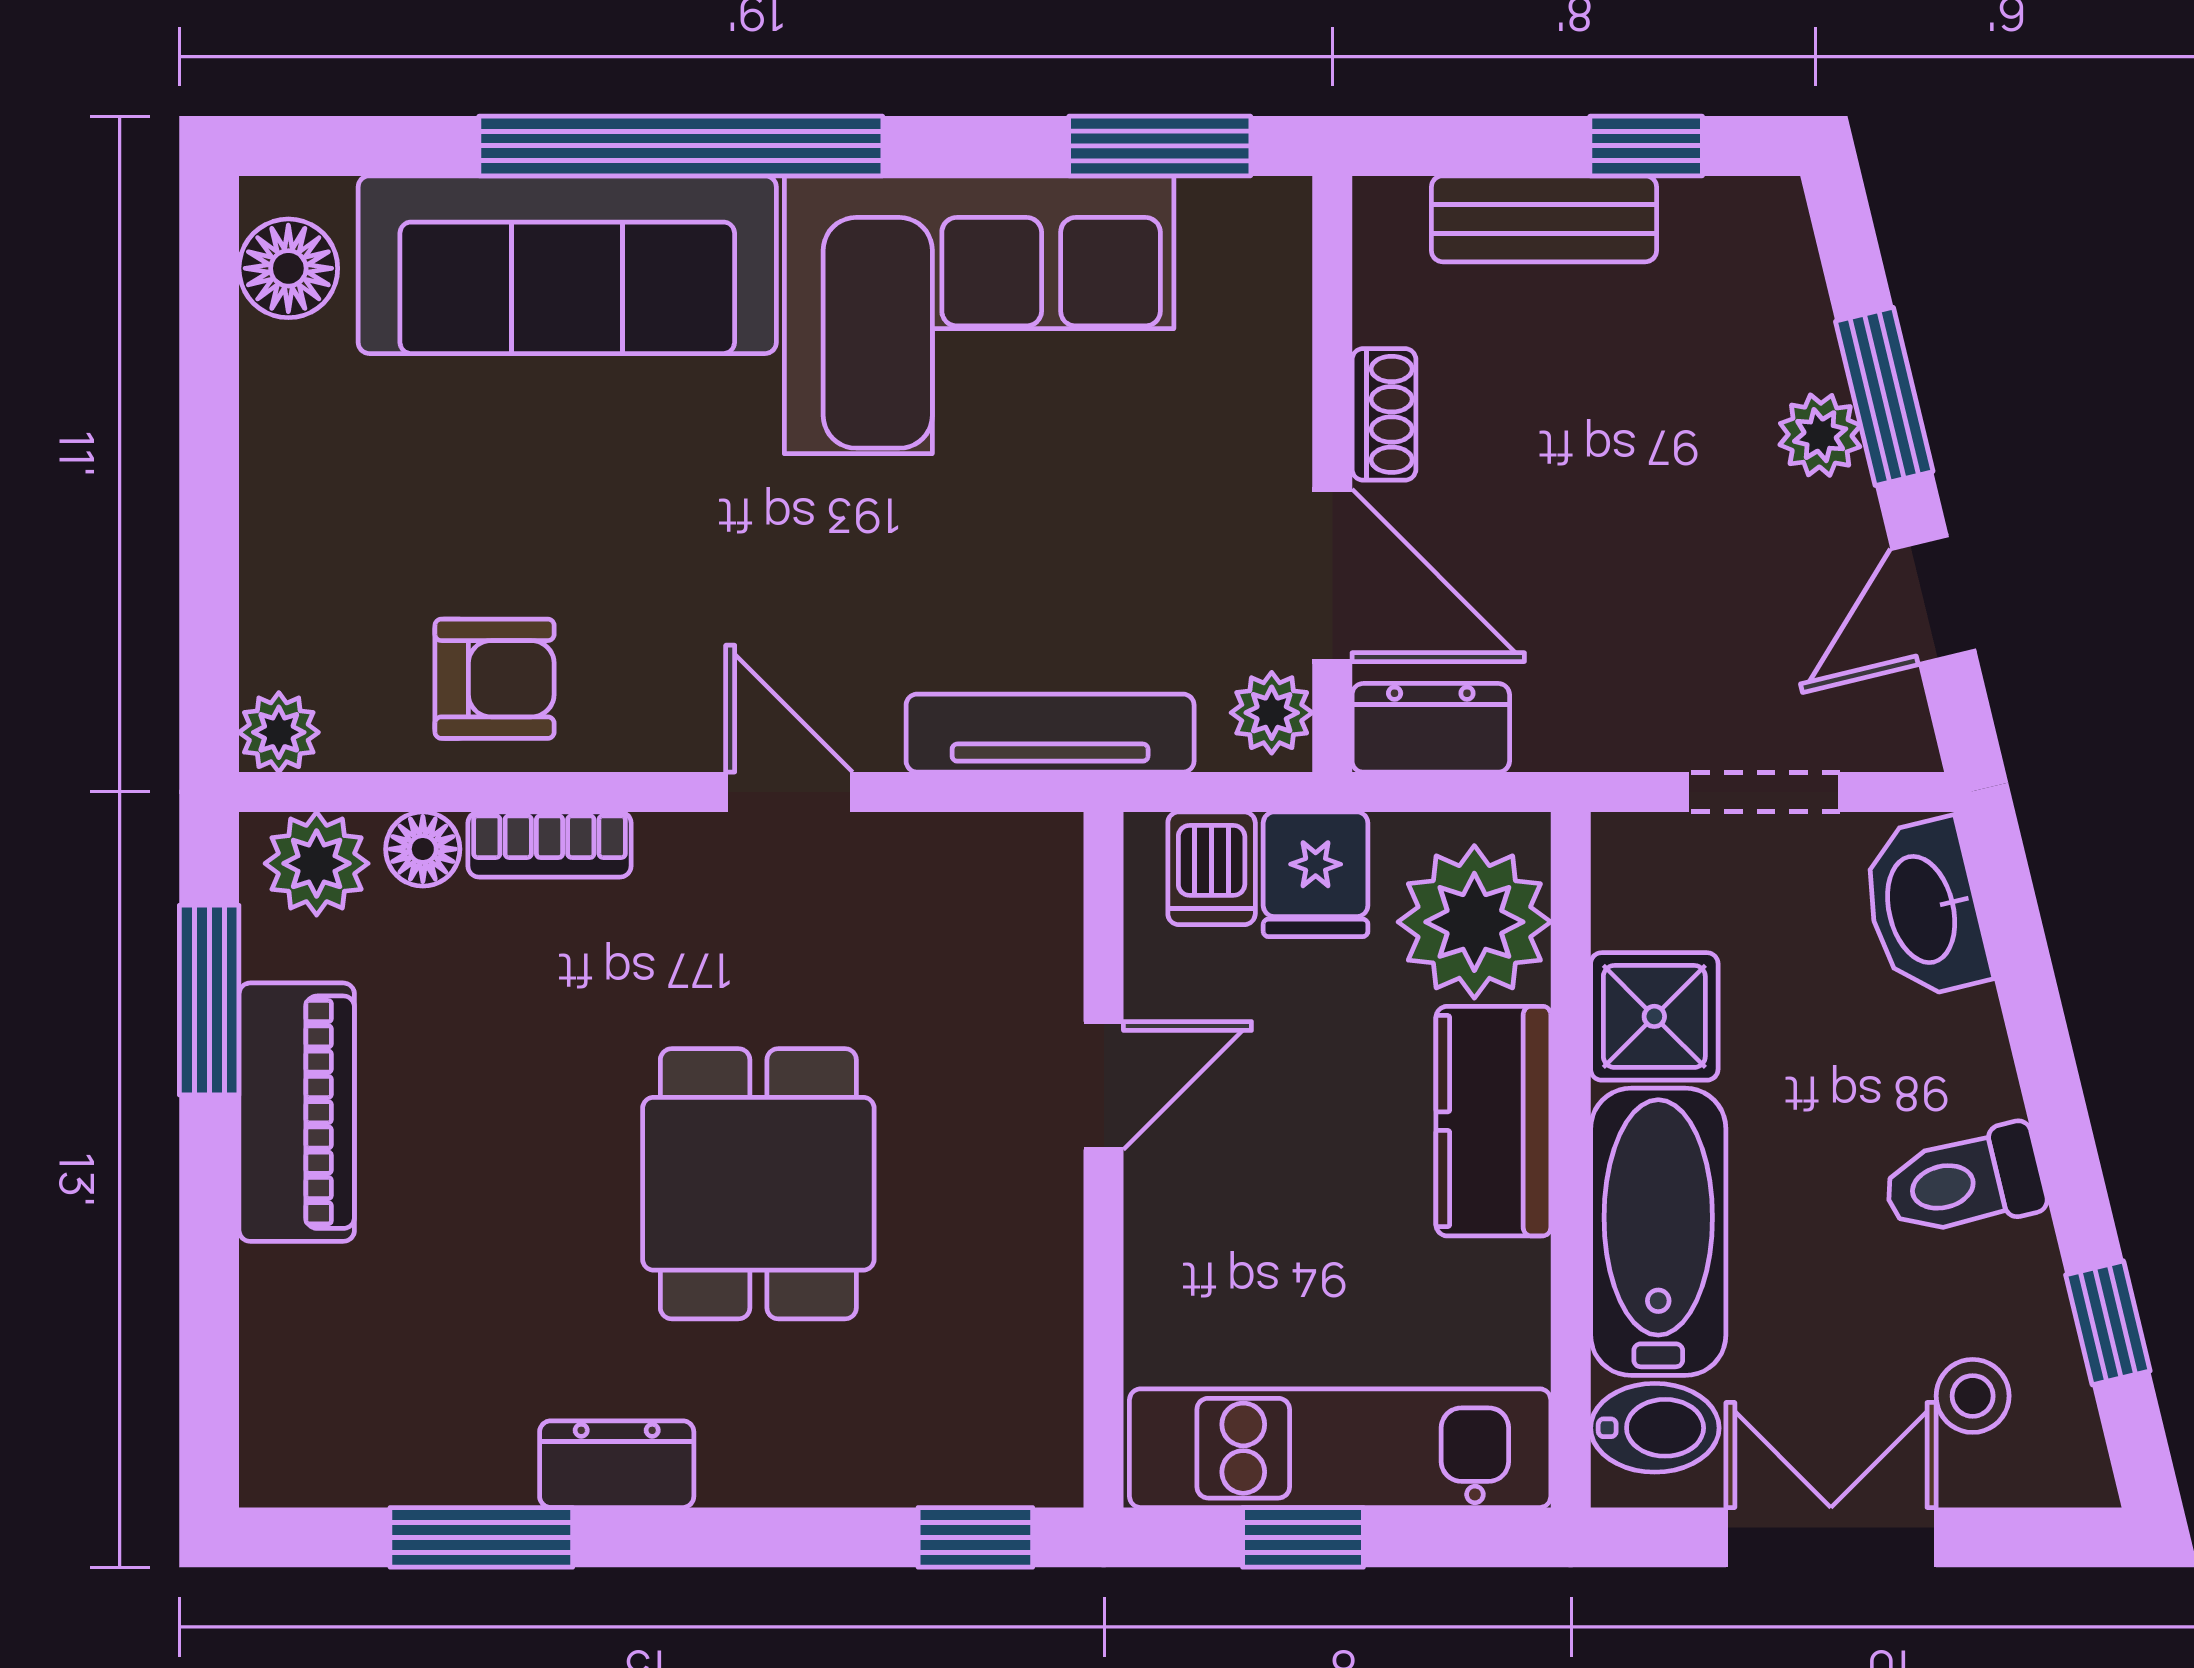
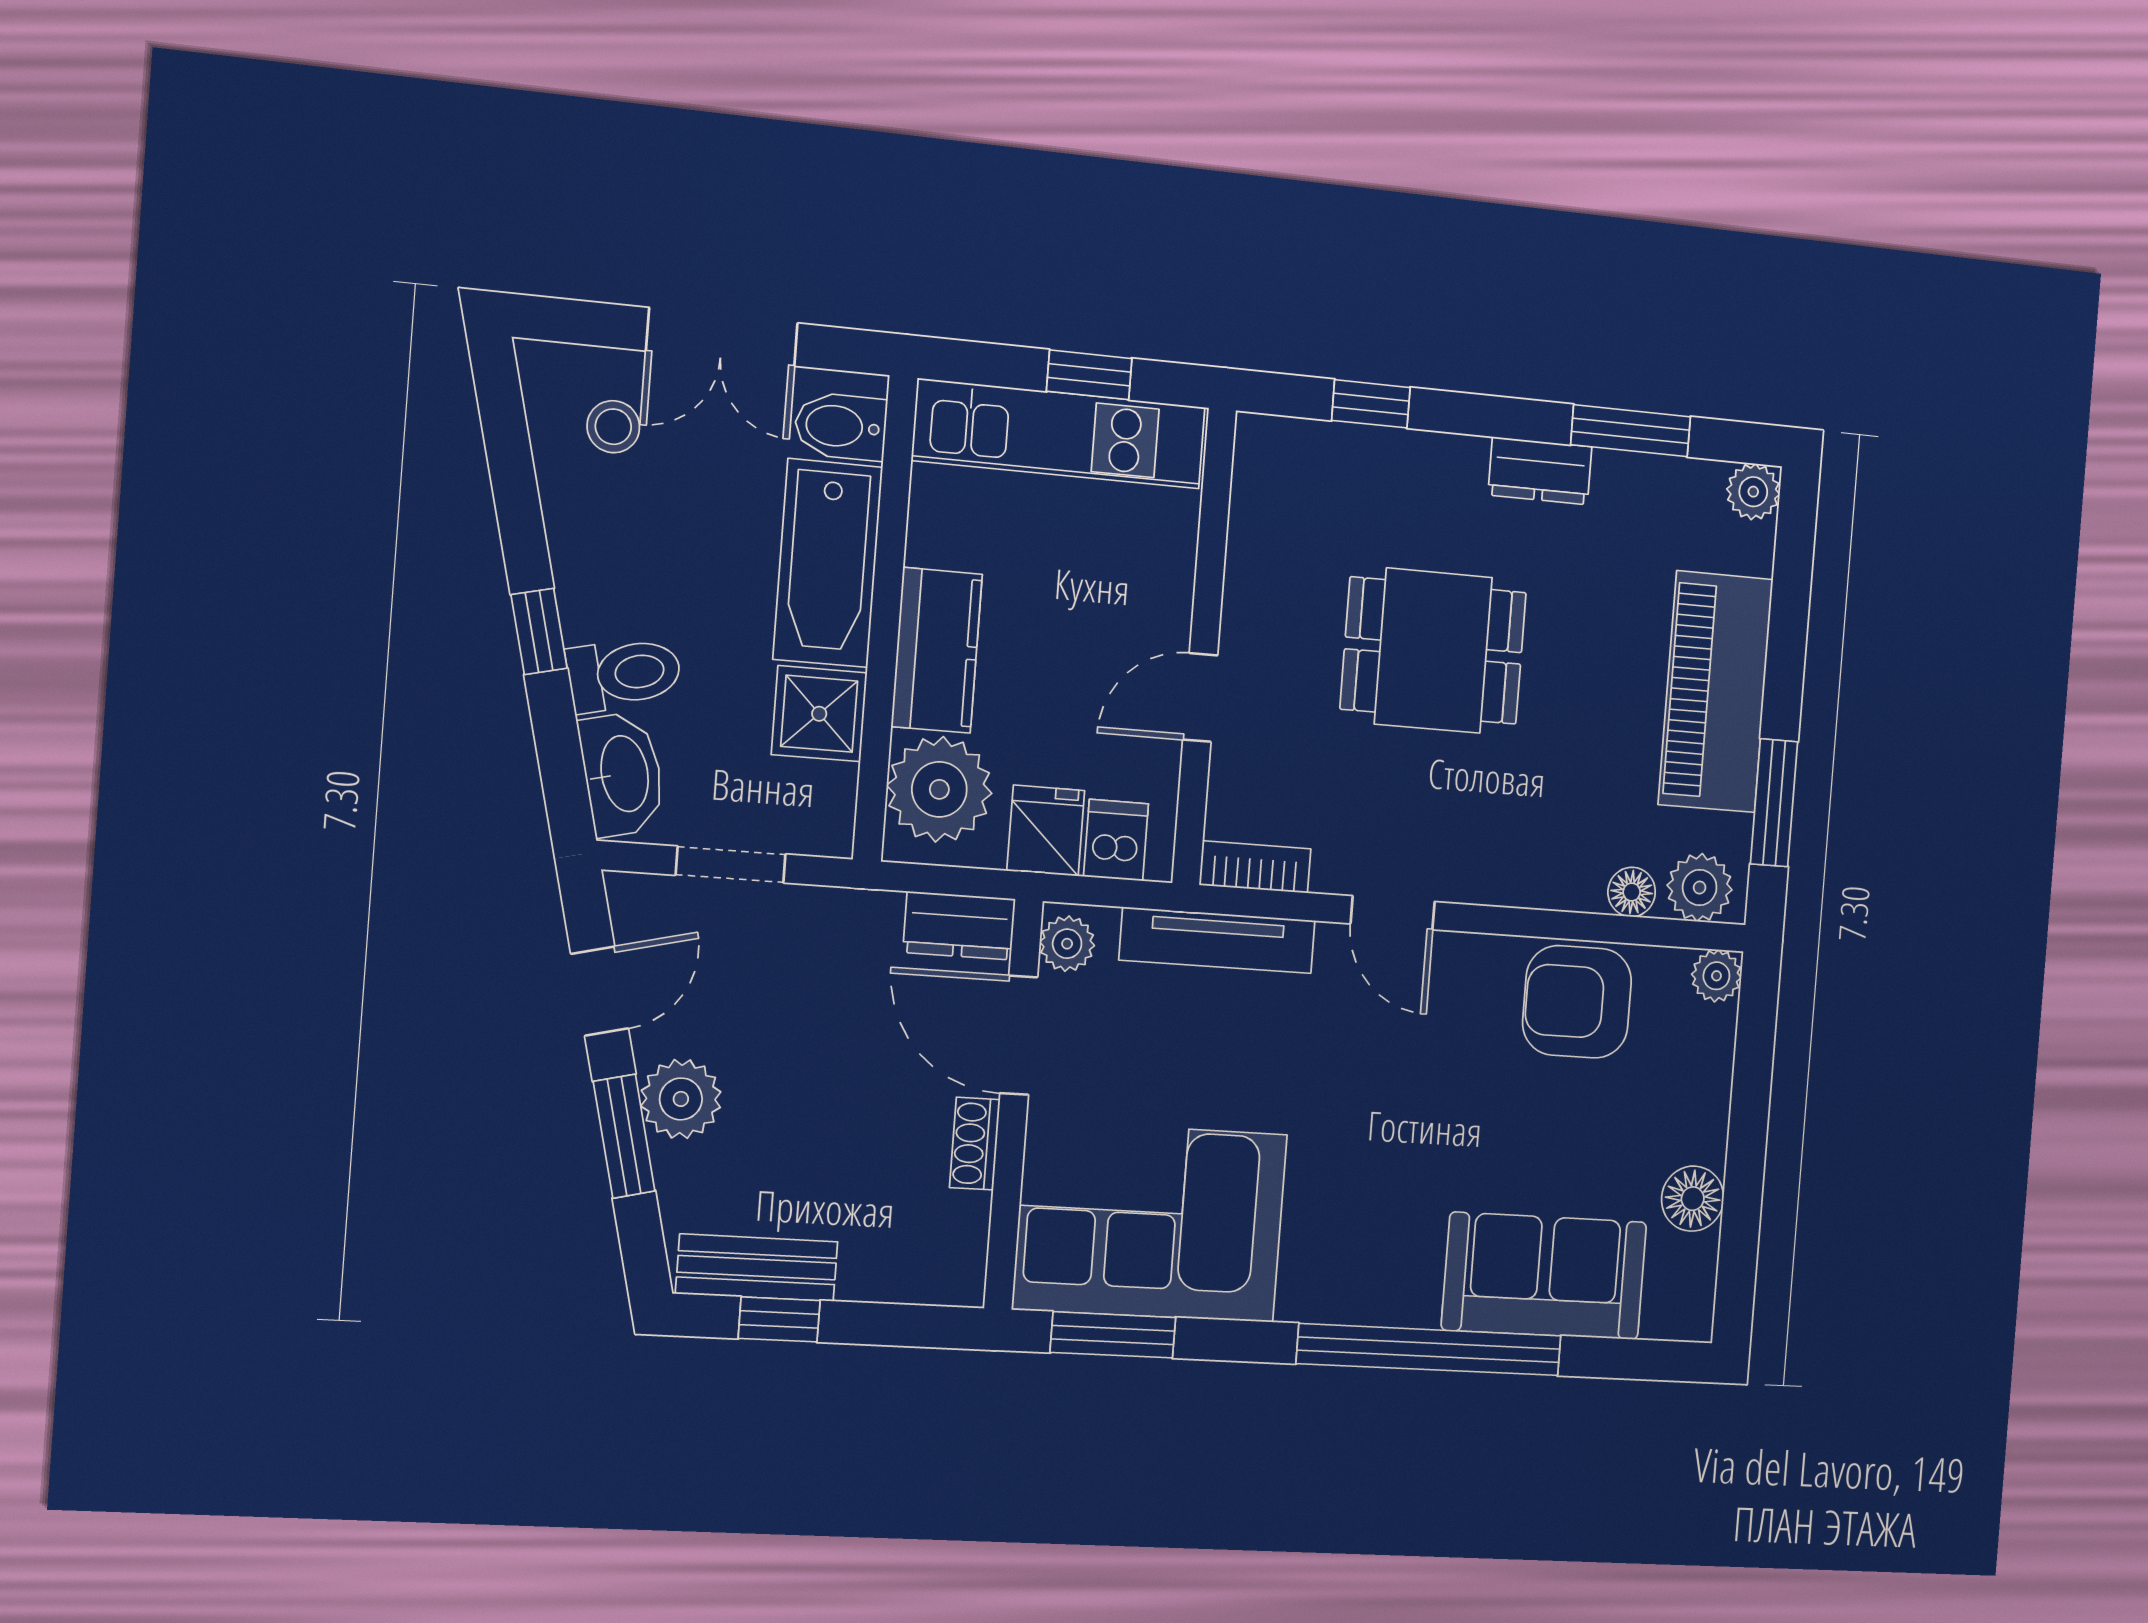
bench: (1544, 219) -> (757, 1268), moved
sofa: (567, 265) -> (1544, 1276), width x0.73
floor lamp: (288, 268) -> (1693, 1199), moved
corner sofa: (979, 315) -> (1150, 1222), moved
plant: (1820, 435) -> (681, 1099), width x1.38, depth x1.38
armchair: (495, 679) -> (1577, 1002), width x1.38, depth x1.38
bookcase: (549, 844) -> (1255, 867), moved
piano: (297, 1112) -> (1716, 692), width x1.37, depth x1.33
toilet: (1964, 1182) -> (624, 674), moved
dining table: (758, 1184) -> (1433, 651), turned 90
window: (2108, 1323) -> (539, 631), moved
plant: (281, 1465) -> (1753, 492), added
window: (975, 1537) -> (1371, 404), moved

